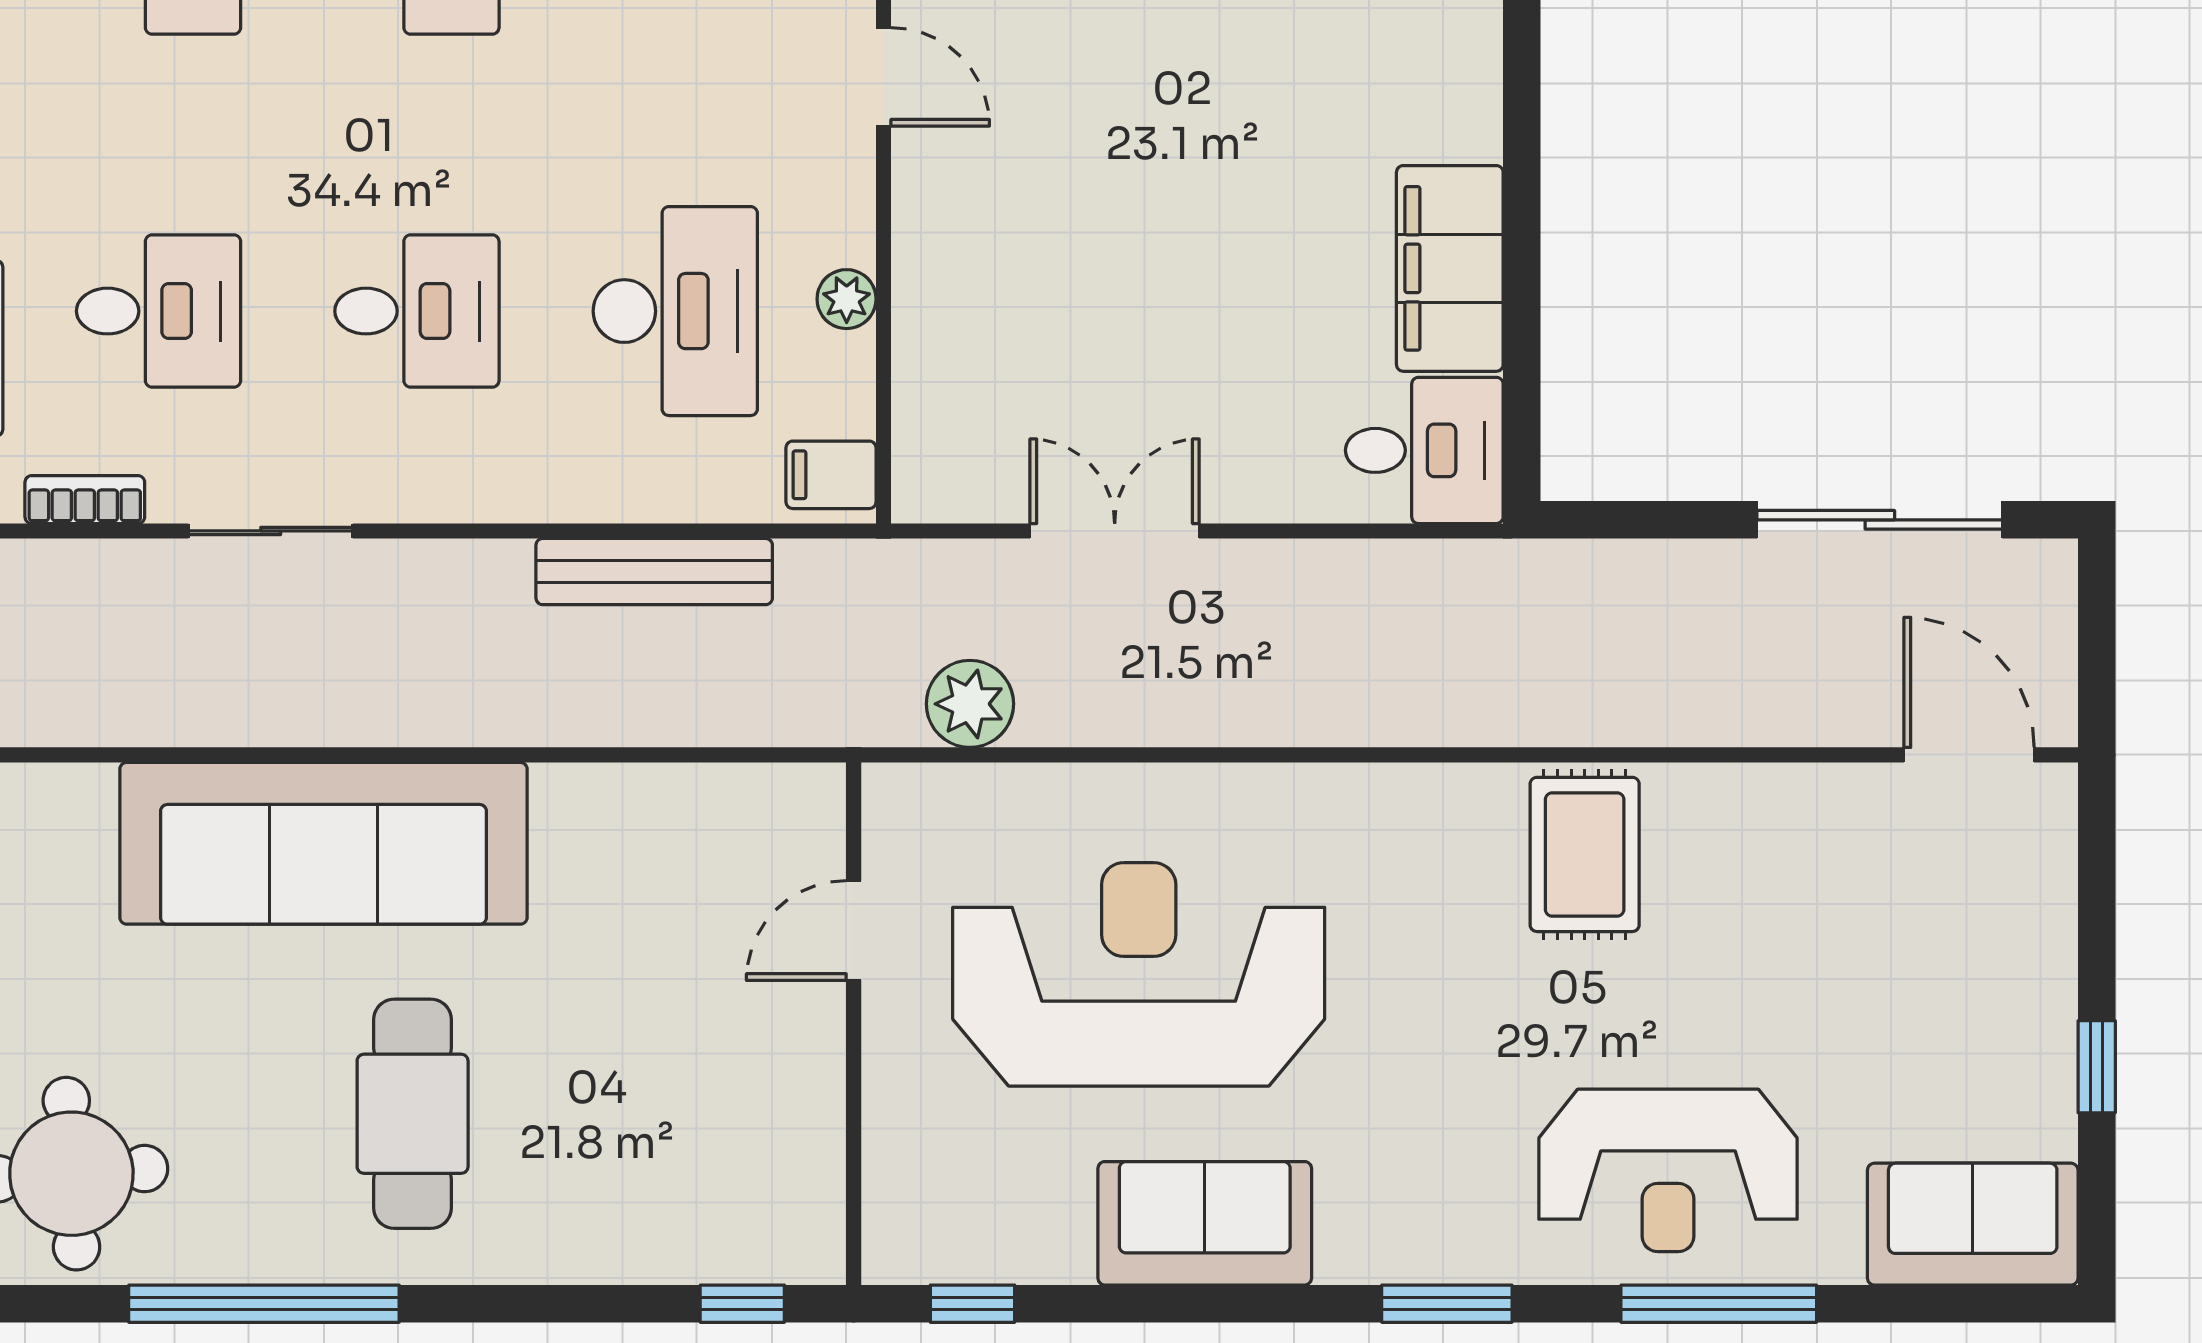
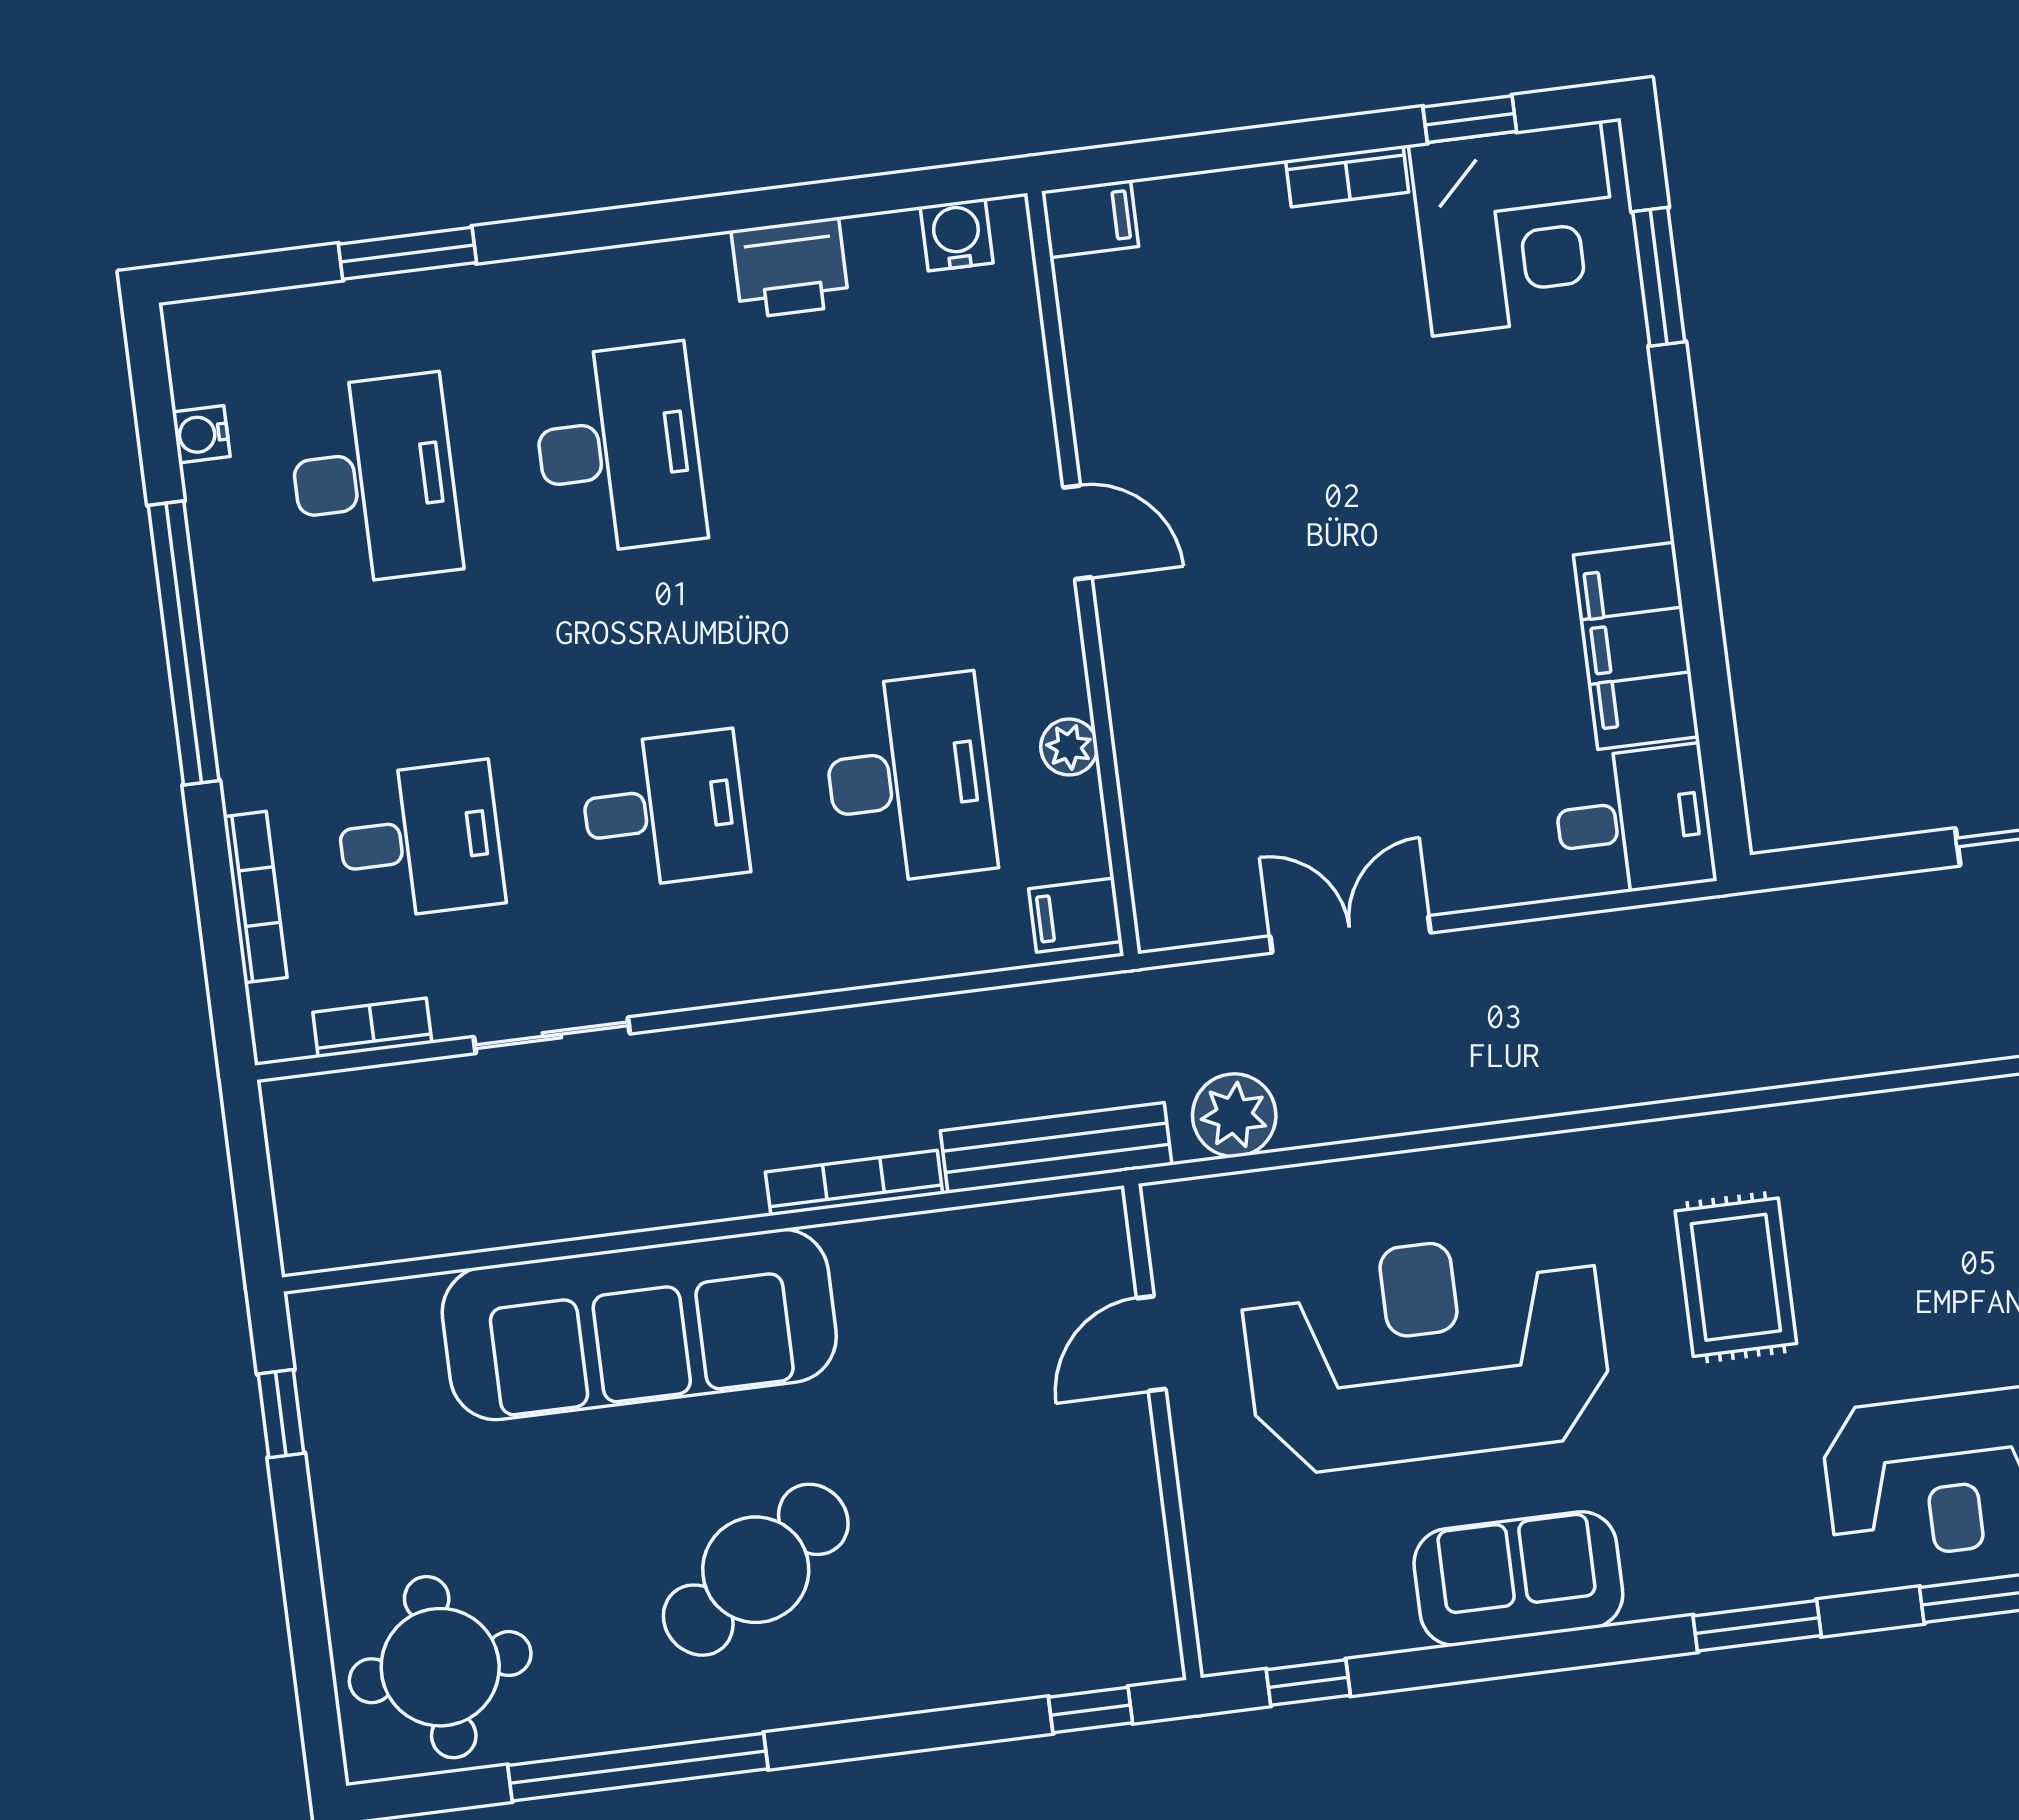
bench: (654, 572) -> (1056, 1148), moved
bookcase: (566, 724) -> (854, 1183), added
rug: (1585, 854) -> (1736, 1277), moved
cafe table: (413, 1114) -> (756, 1570), turned 56

